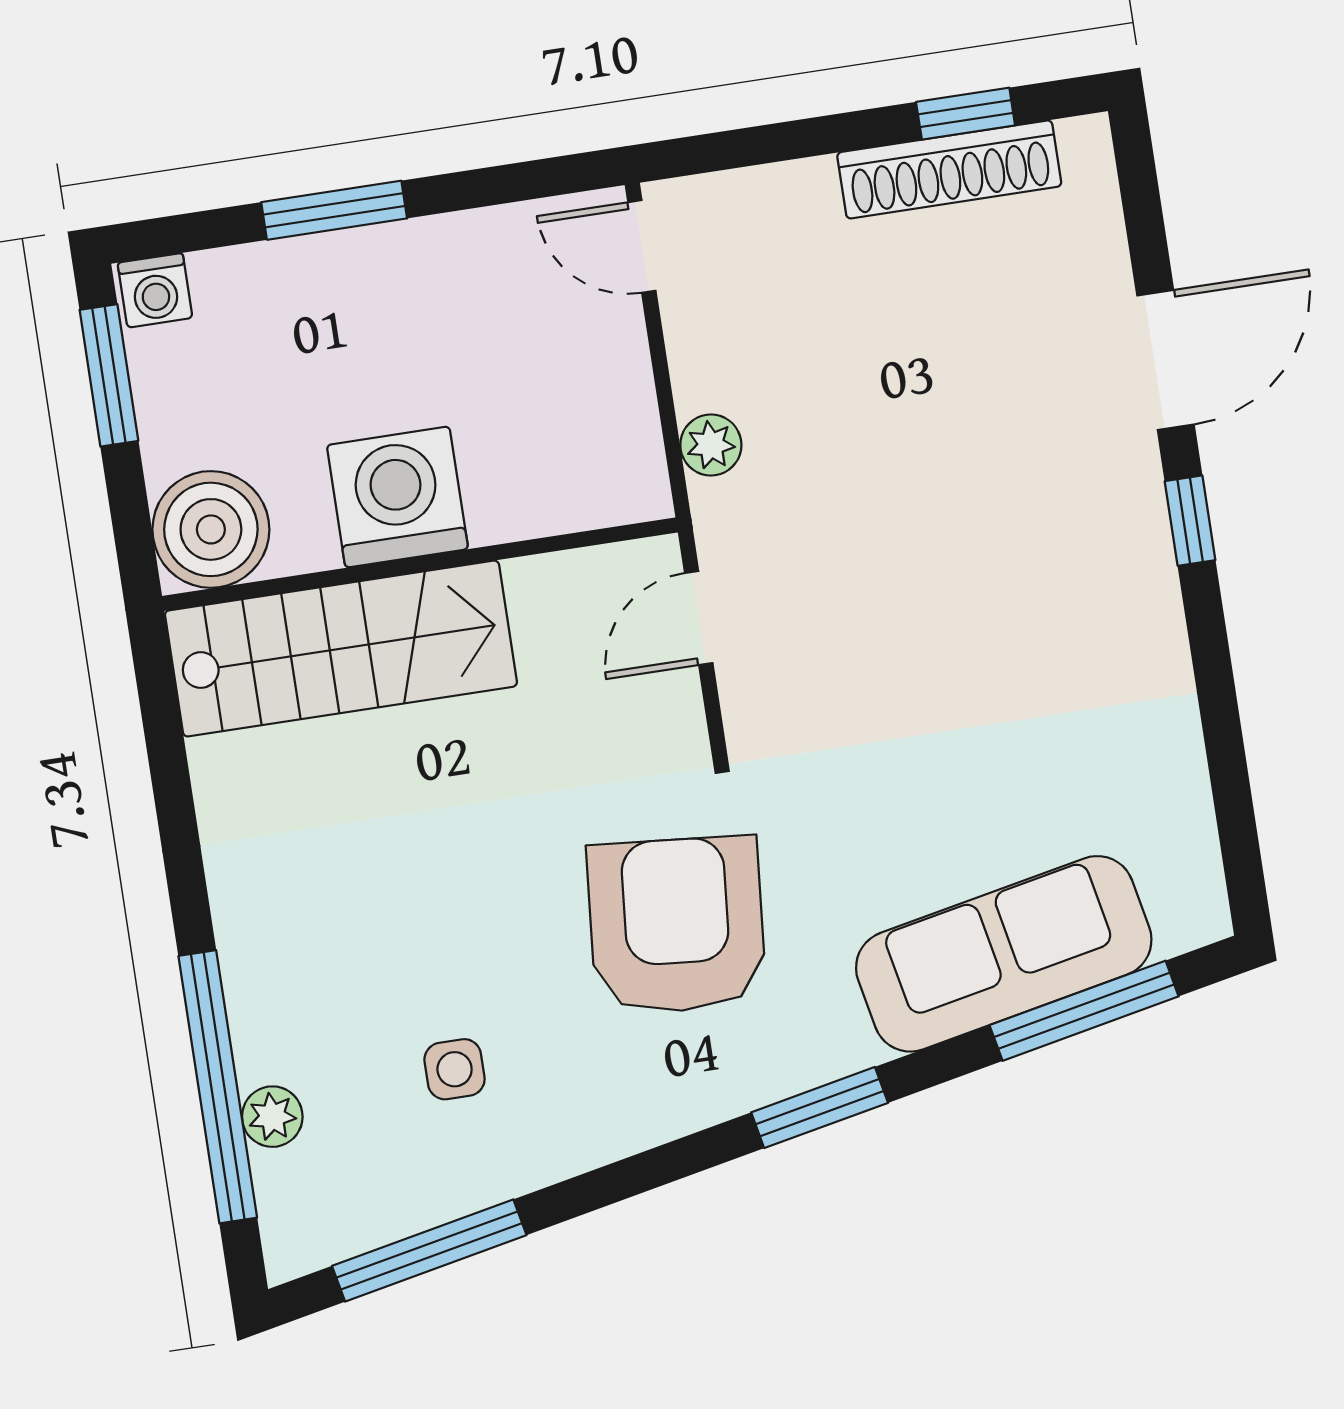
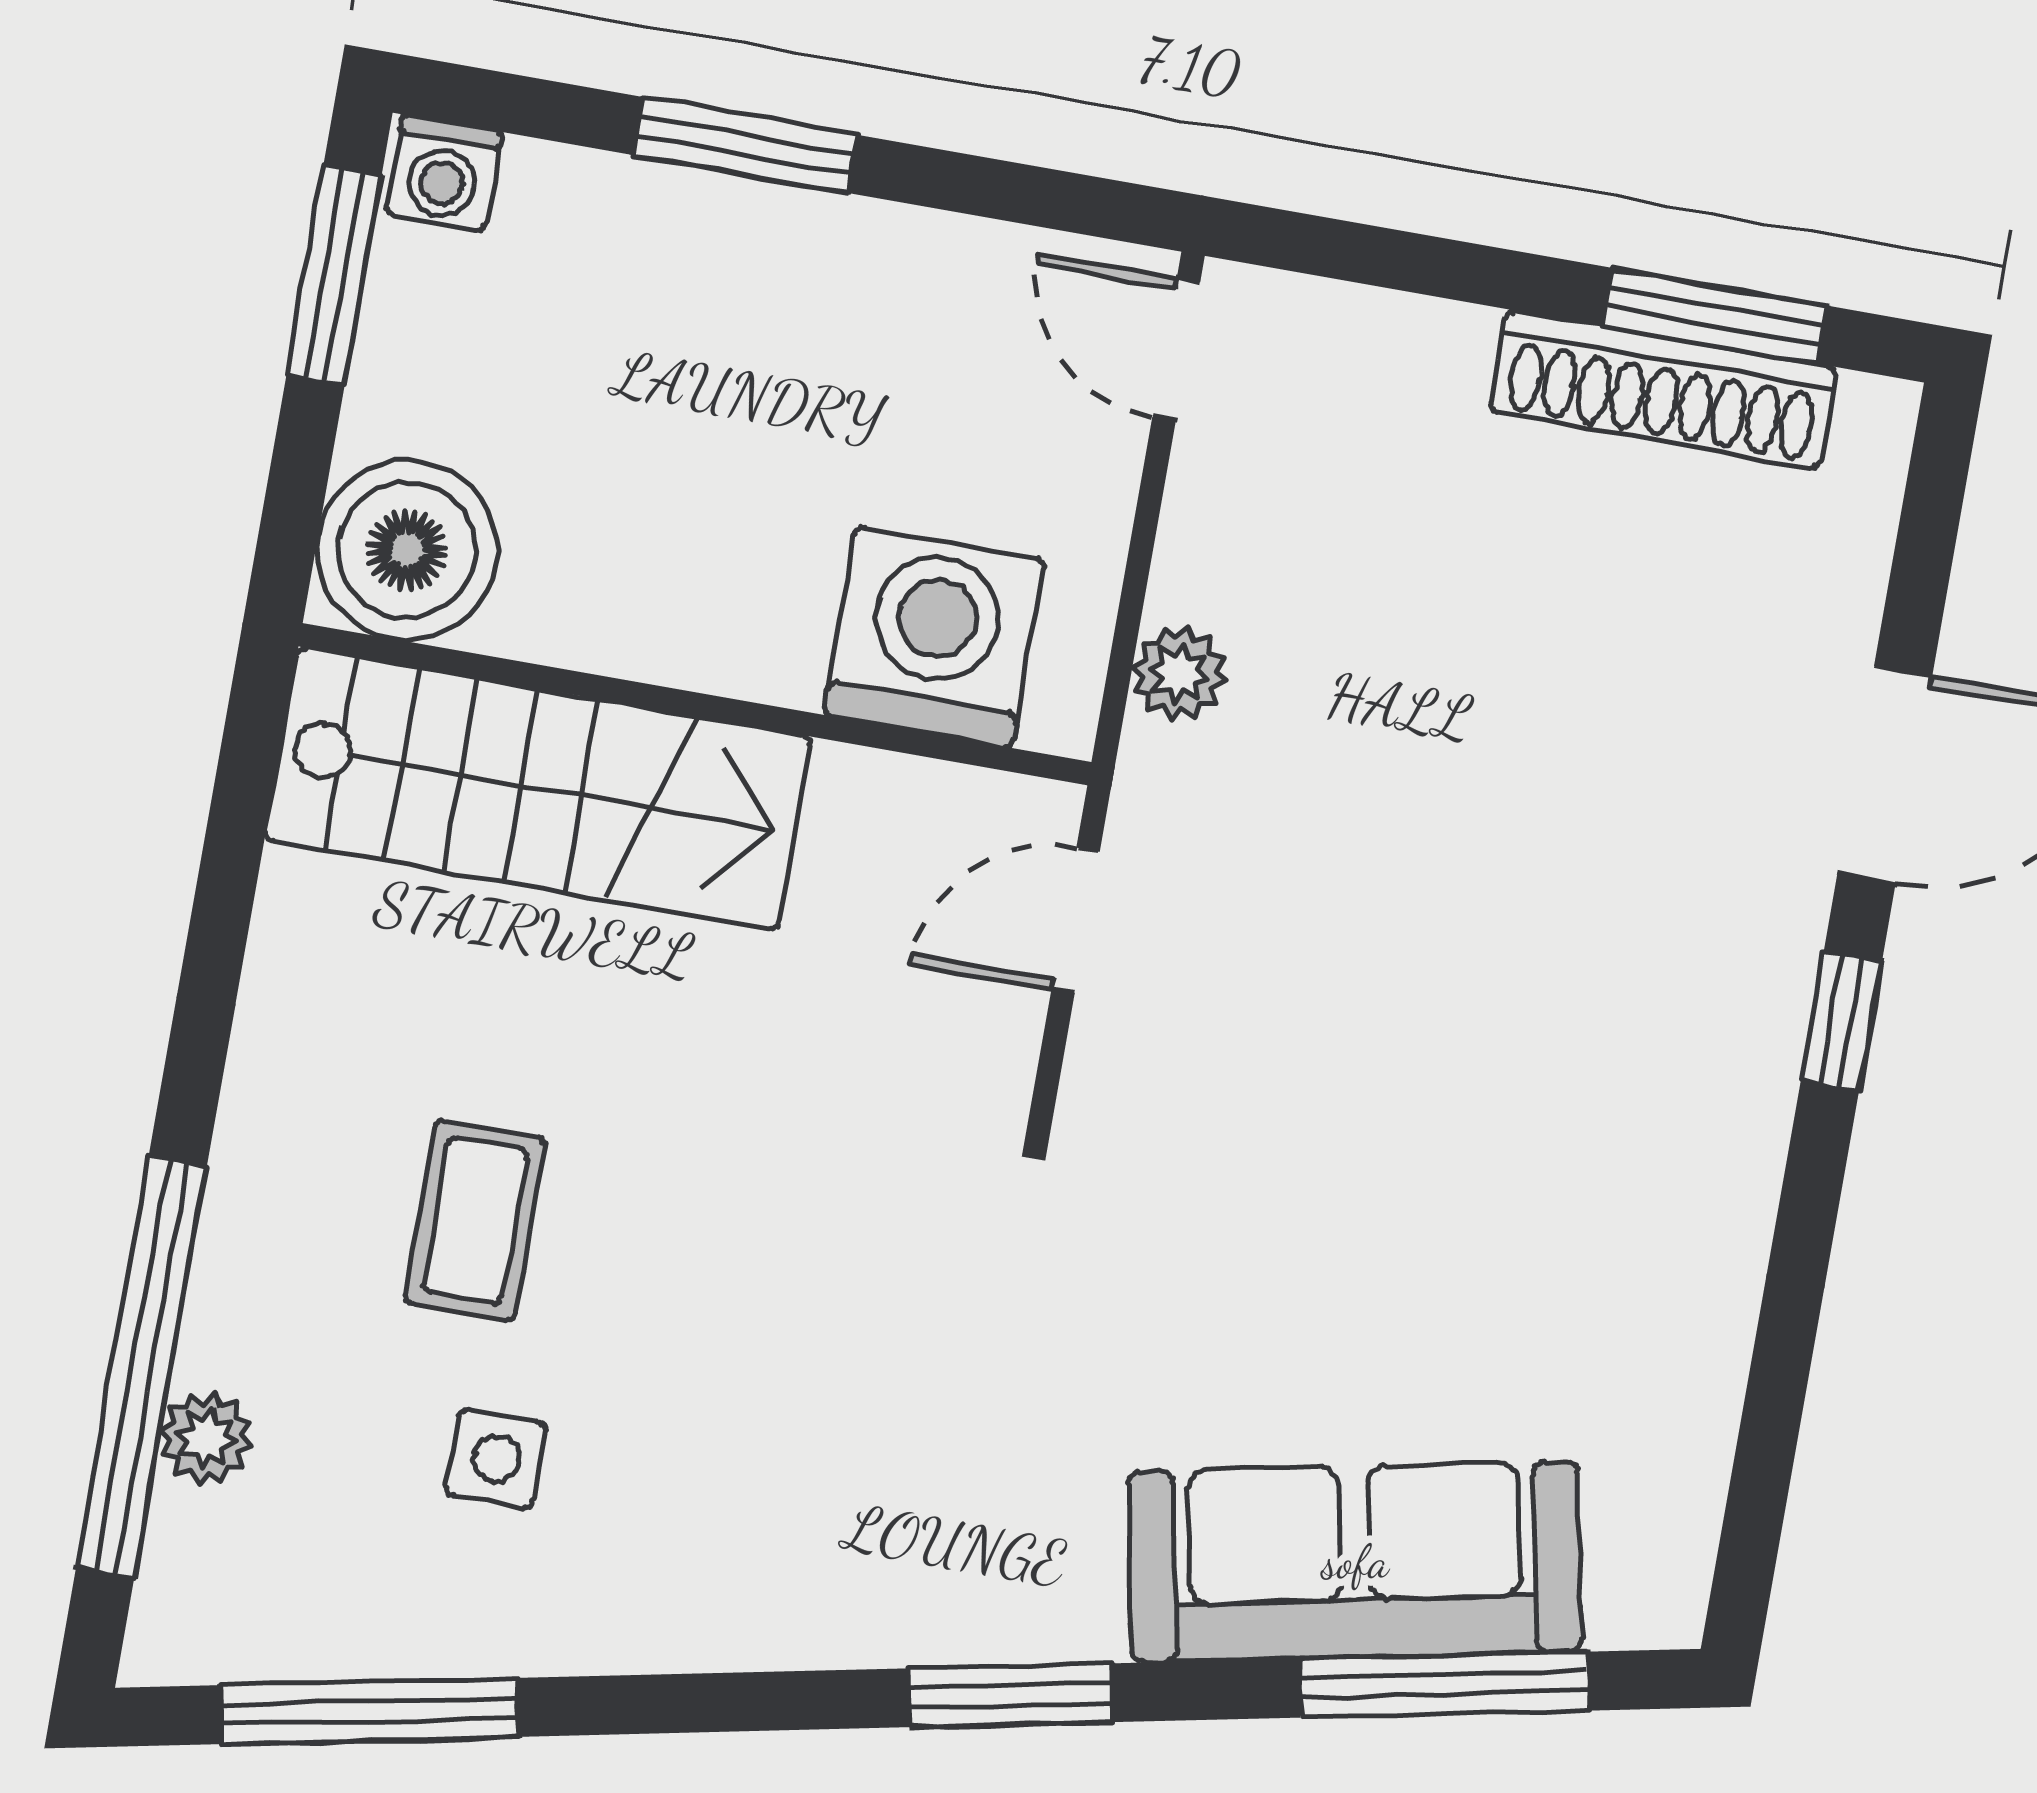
window: (966, 114) -> (1715, 316), width x1.50
washing machine: (397, 497) -> (934, 637), moved
armchair: (677, 925) -> (891, 1358), removed
coffee table: (392, 927) -> (475, 1220), added

